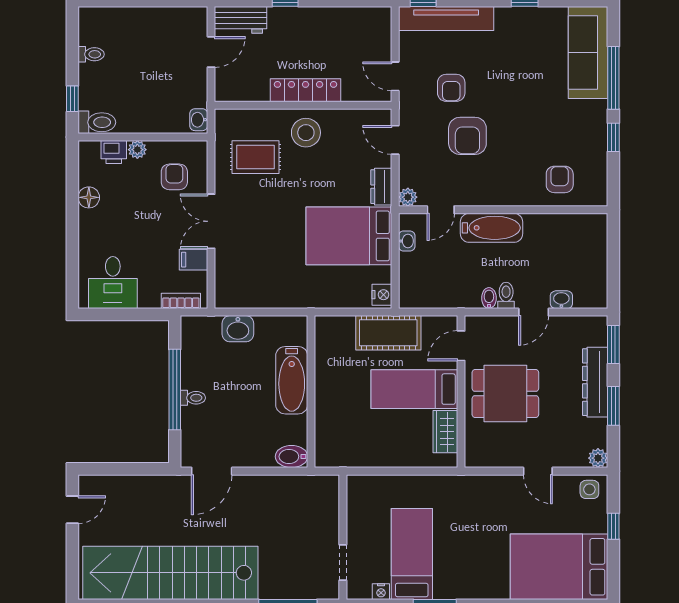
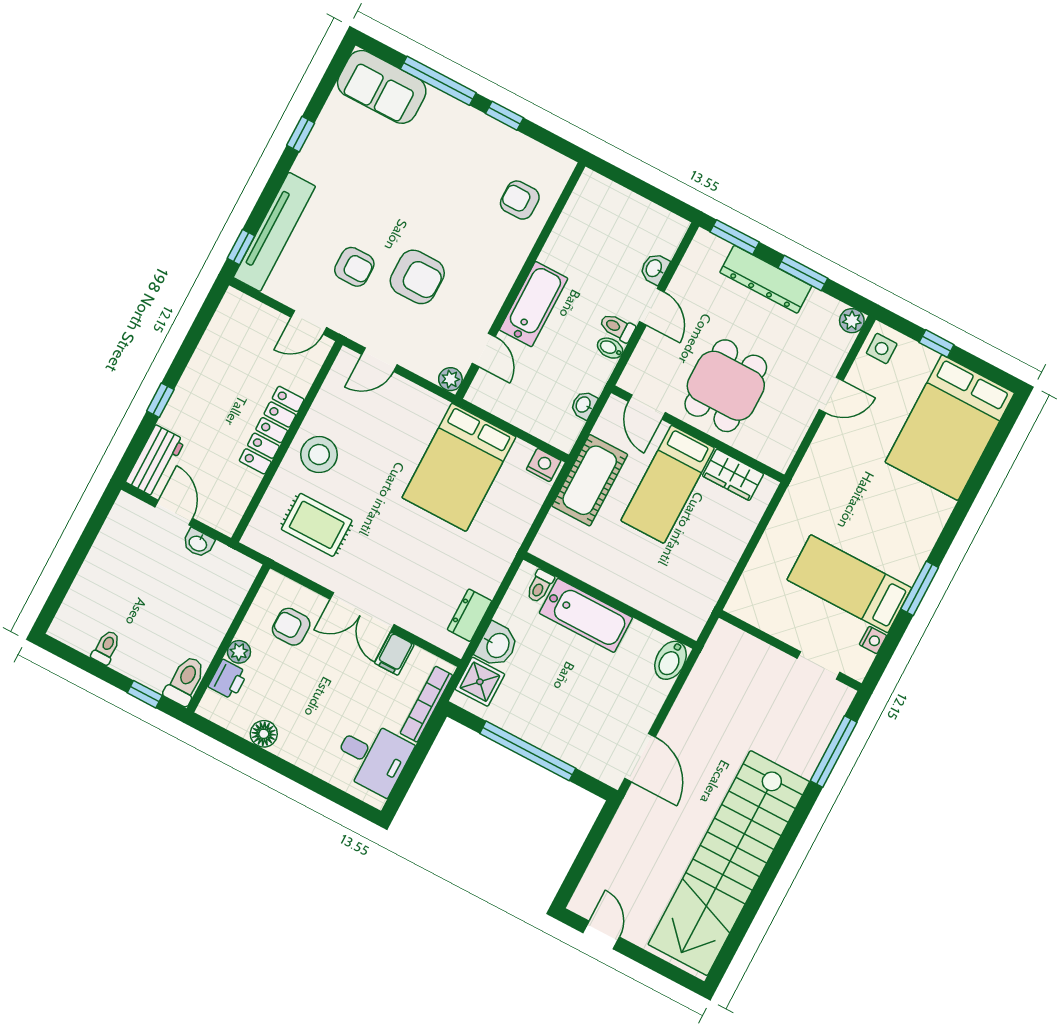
sofa: (588, 53) -> (382, 87), width x0.73
washbasin: (199, 120) -> (198, 543), moved
rug: (256, 157) -> (317, 525), turned 90
dresser: (381, 187) -> (469, 615), moved, turned 90
washbasin: (407, 241) -> (584, 405), moved, turned -90
bookcase: (181, 301) -> (426, 704), width x1.56
shower: (206, 330) -> (480, 682), added
toilet: (193, 398) -> (540, 586), moved, turned 180

